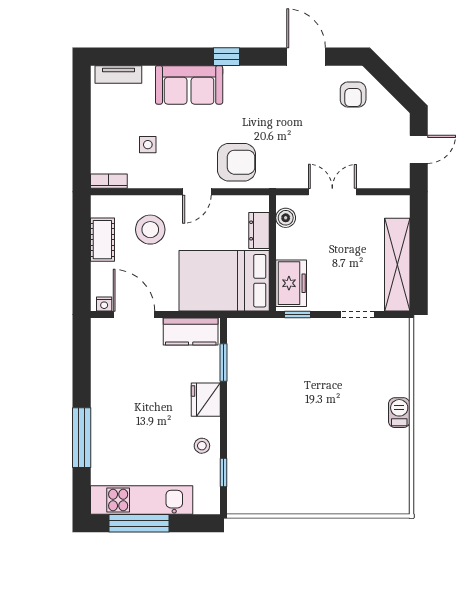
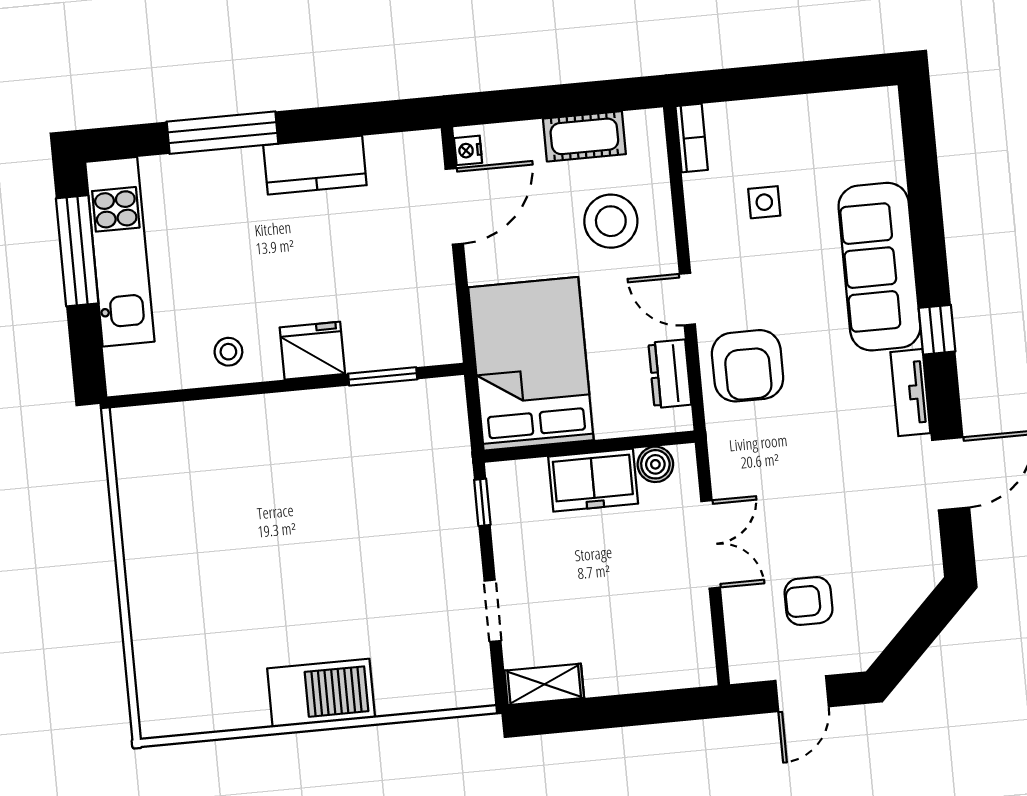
tv unit: (118, 74) -> (910, 393), moved
sofa: (189, 85) -> (879, 267), width x1.36
armchair: (353, 95) -> (808, 601), moved
door: (419, 149) -> (802, 694), hinge flipped
dresser: (259, 230) -> (670, 374), moved, turned -90
shelving: (397, 265) -> (544, 684), width x0.45, depth x0.75
freezer: (291, 283) -> (593, 480), moved
kitchen counter: (191, 332) -> (315, 165), moved, turned -90
barbecue: (399, 413) -> (321, 693), width x1.88, depth x1.53
window: (223, 473) -> (183, 395), removed

